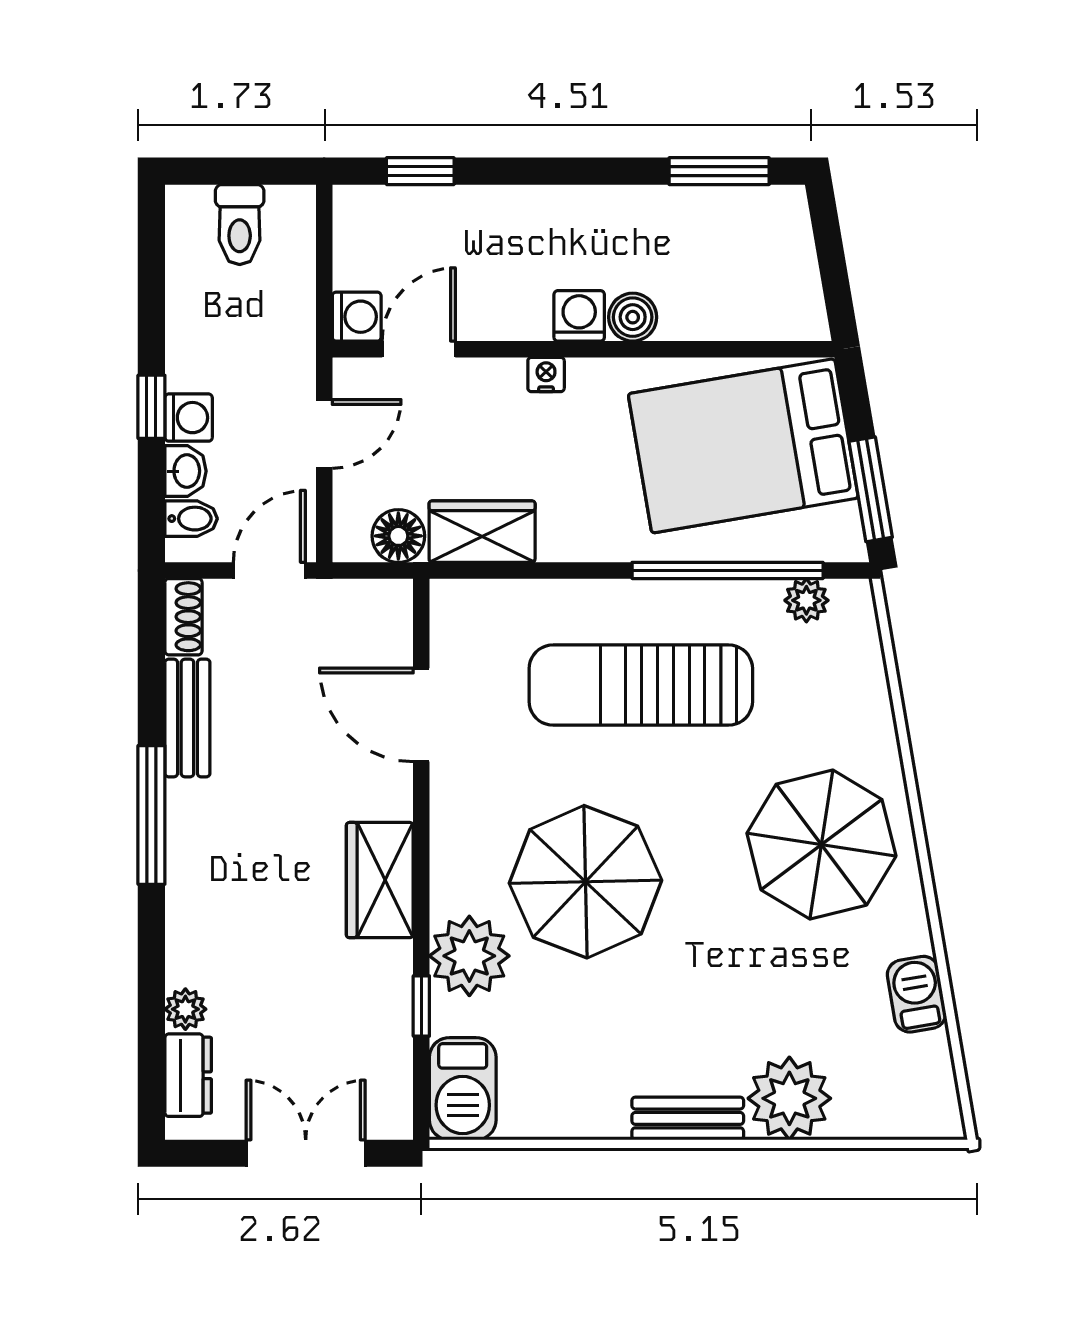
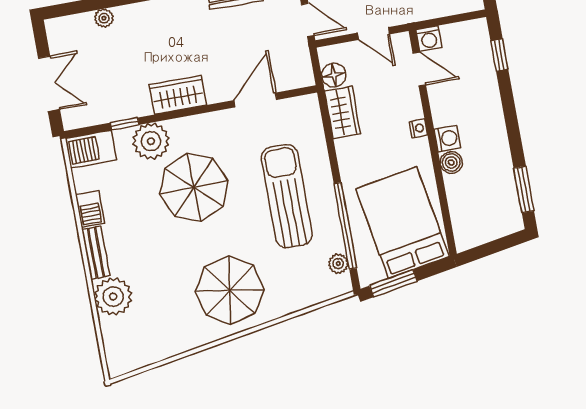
barbecue: (917, 994) -> (90, 209), moved, turned 100
dresser: (188, 1075) -> (74, 25), removed

